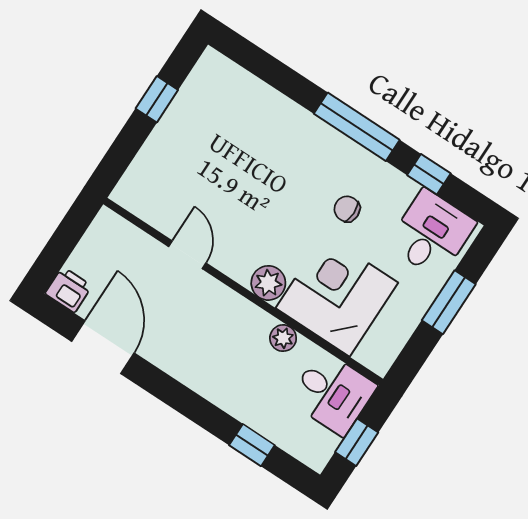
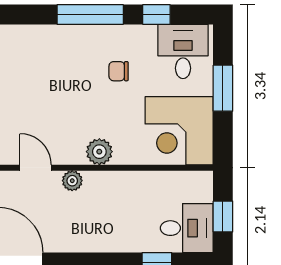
corner desk: (337, 295) -> (179, 131), moved, turned -90
plant: (283, 338) -> (72, 181), moved
desk: (333, 393) -> (187, 228), moved

